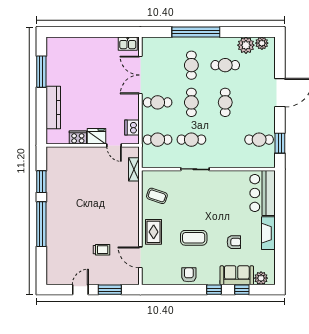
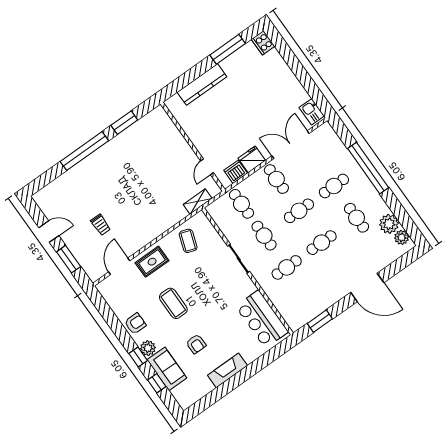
fridge: (96, 136) -> (252, 159), moved, turned -90
cooker: (78, 138) -> (263, 43), moved, turned 180
cafe table: (259, 140) -> (287, 267), moved, turned 90
bar counter: (263, 193) -> (262, 319), moved, turned -90
plant: (261, 278) -> (148, 348), moved

